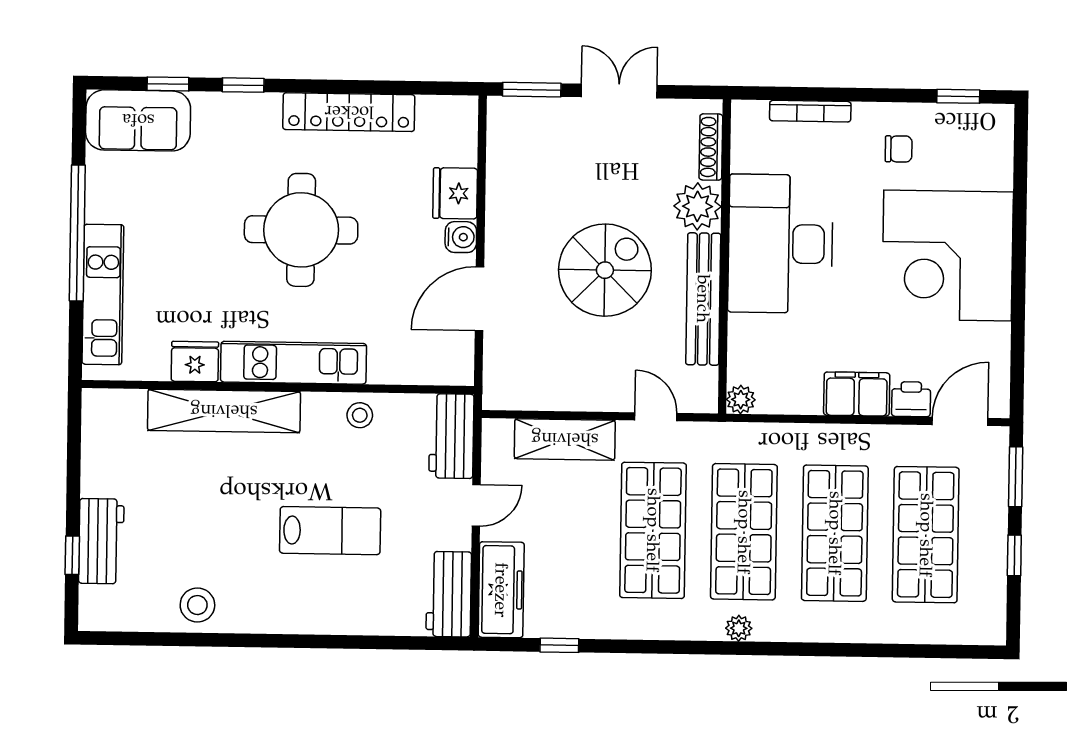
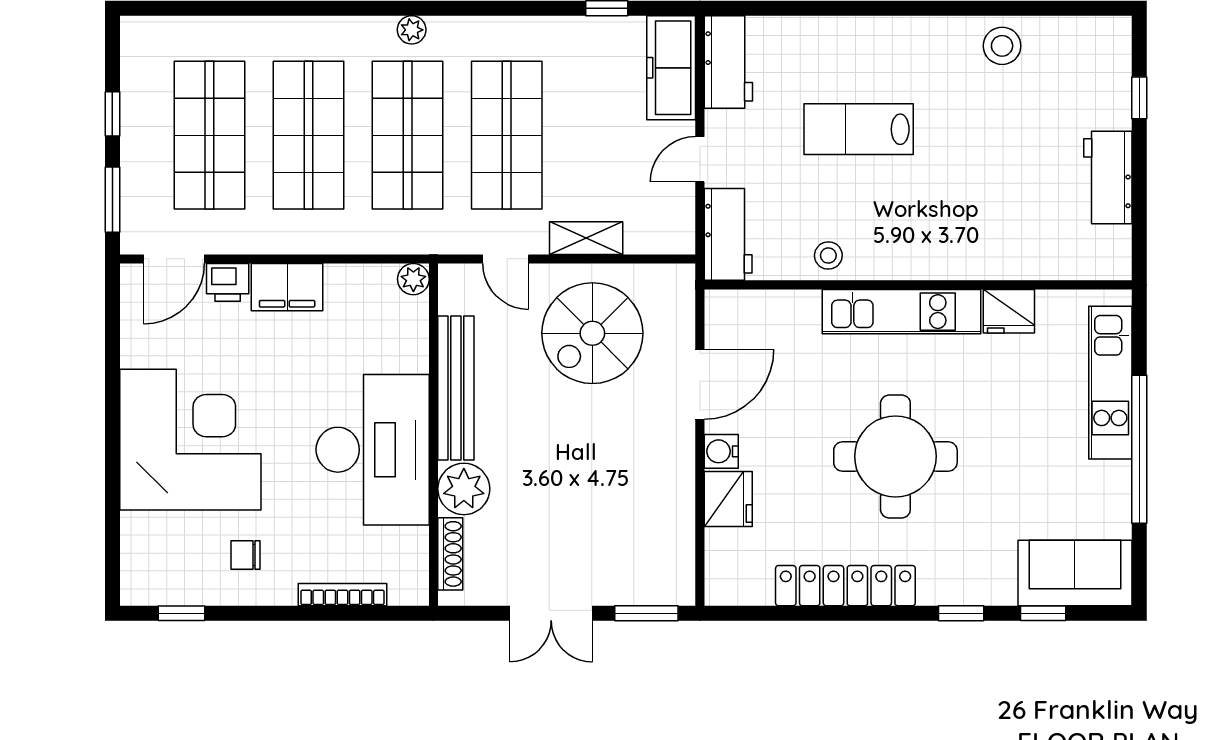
spiral stairs: (605, 270) -> (592, 333), moved
shelving: (224, 411) -> (976, 258), removed
shelving: (565, 439) -> (586, 238), width x0.67, depth x0.75
workbench: (101, 541) -> (1108, 177), moved

